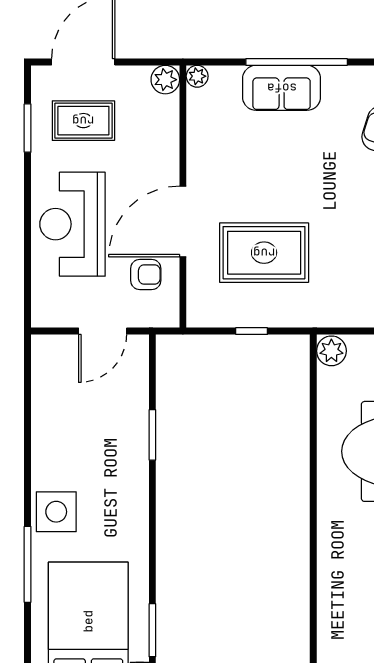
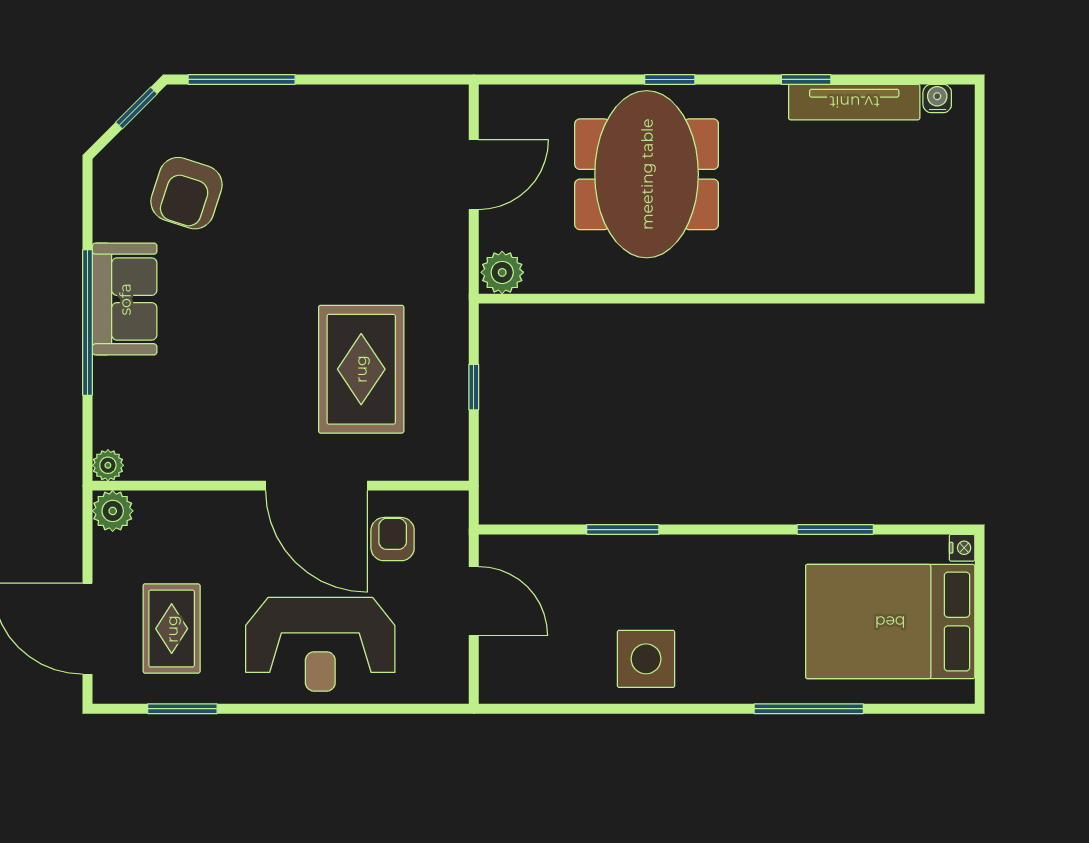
sofa: (282, 88) -> (125, 299), moved
side table: (56, 512) -> (646, 659), moved
window: (152, 630) -> (835, 530), moved

